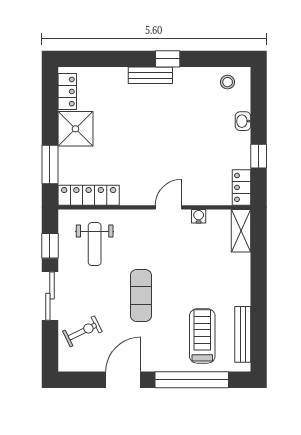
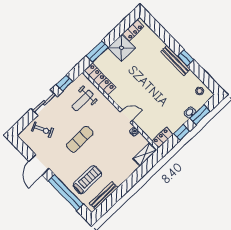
bench: (150, 75) -> (175, 61), width x1.36
window: (259, 111) -> (200, 115), added
door: (123, 380) -> (39, 165), swing flipped

